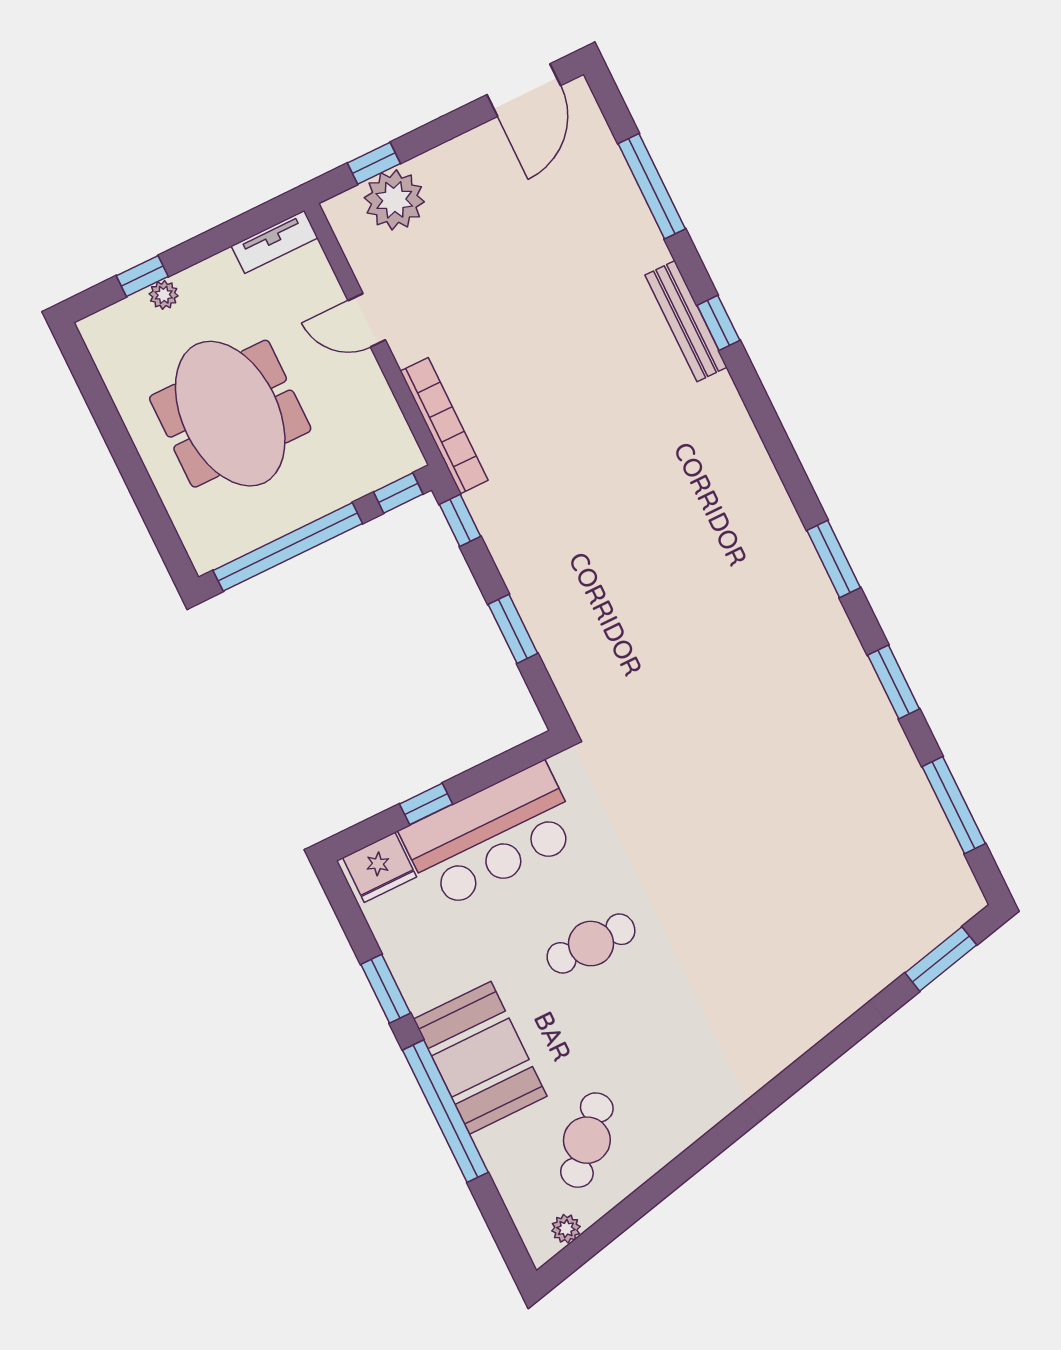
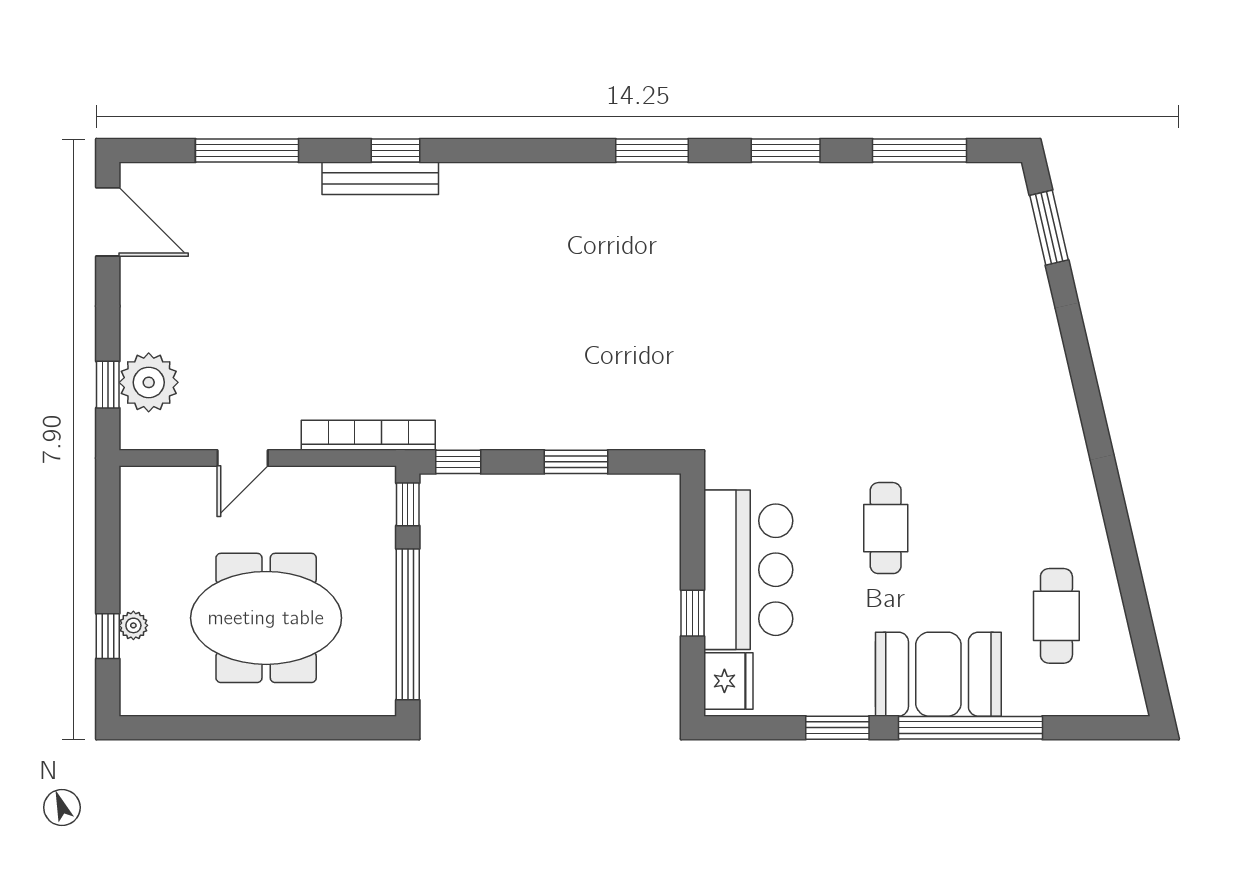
tv unit: (275, 242) -> (134, 505), removed
cafe table: (587, 1140) -> (1056, 616), turned 47
plant: (566, 1229) -> (1125, 672), removed

